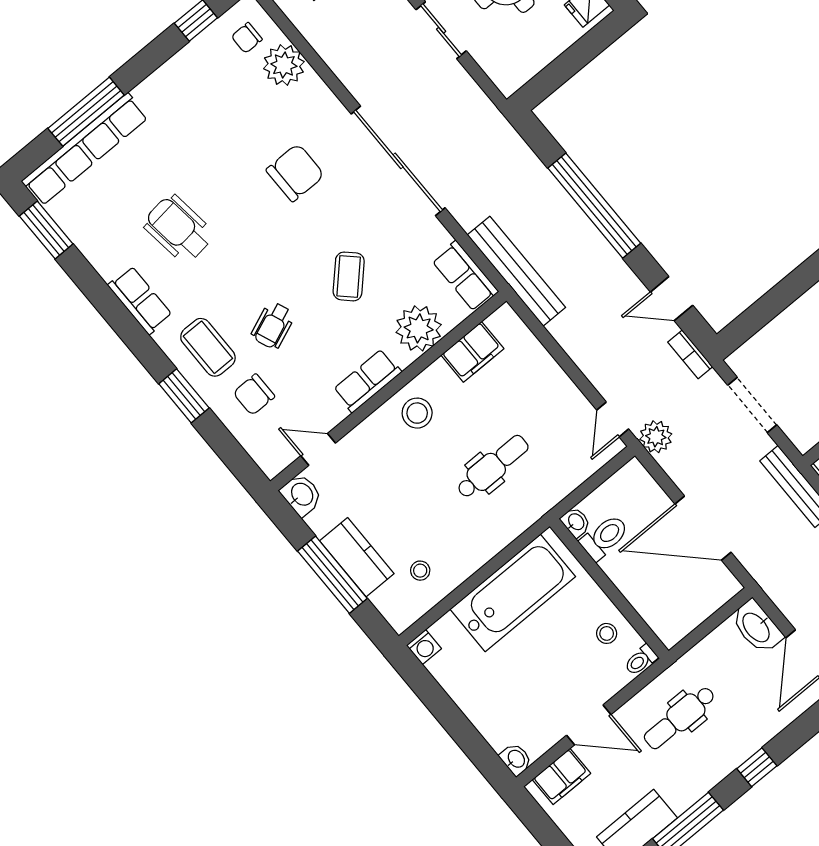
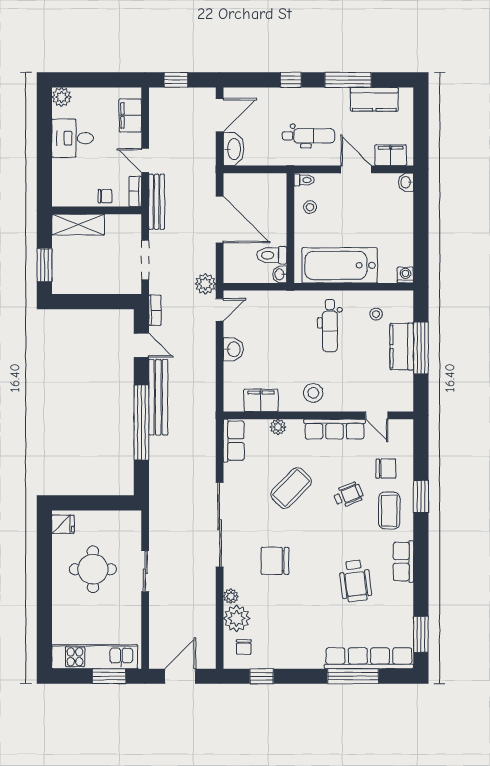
chair: (247, 38) -> (244, 647), turned 90
plant: (313, 86) -> (231, 596), added
bench: (516, 271) -> (158, 397), moved
coffee table: (349, 276) -> (291, 488), width x1.36, depth x1.30
plant: (419, 328) -> (278, 427), width x0.53, depth x0.53
row of seats: (367, 381) -> (335, 429), width x1.48
dental chair: (493, 467) -> (330, 326), moved, turned -90
washbasin: (301, 495) -> (233, 349), moved, turned 180

